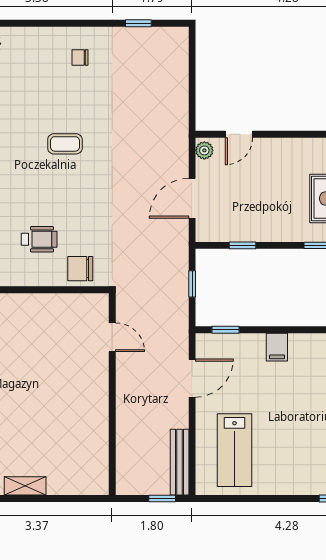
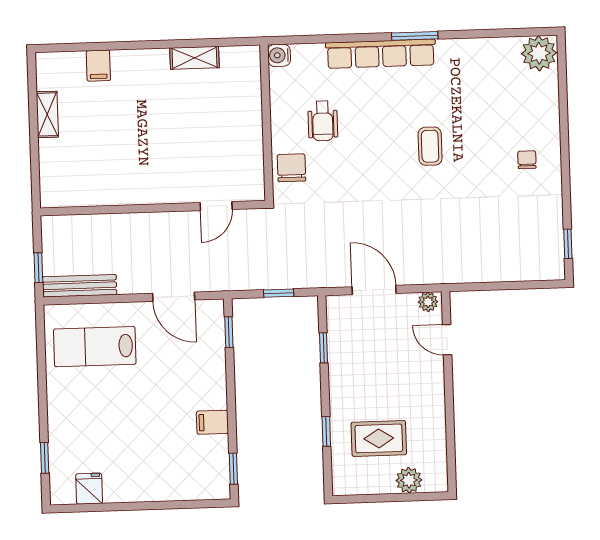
window: (138, 23) -> (568, 244), moved
filing cabinet: (277, 347) -> (212, 422), moved

